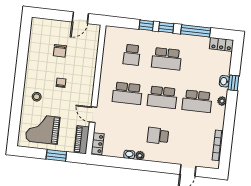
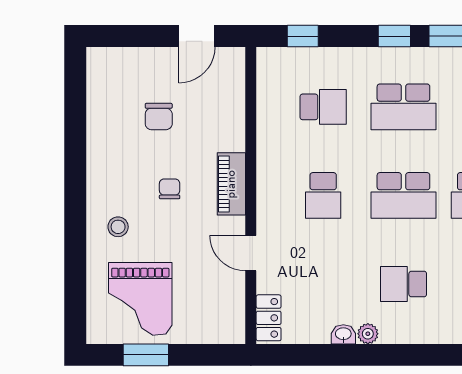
window: (146, 25) -> (303, 36), moved
school desk: (132, 55) -> (323, 107), turned -90
school desk: (127, 93) -> (323, 195), width x0.54
grand piano: (43, 129) -> (140, 299), turned -90
piano: (82, 140) -> (231, 184), moved
window: (56, 155) -> (146, 355), moved

